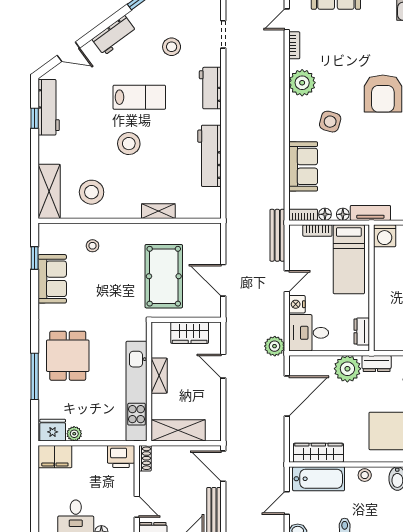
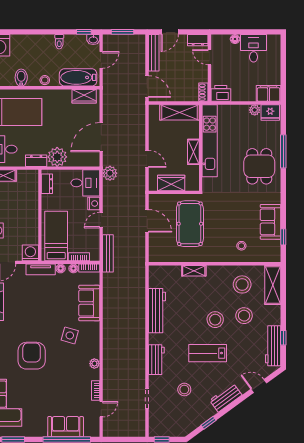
plant: (302, 83) -> (94, 364), width x0.53, depth x0.53
stool: (89, 149) -> (244, 316), added
wardrobe: (318, 453) -> (84, 96), width x0.67

